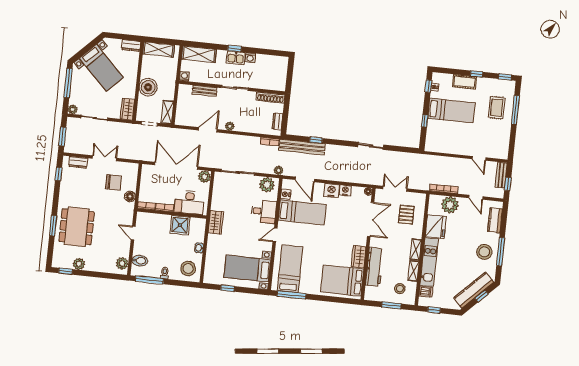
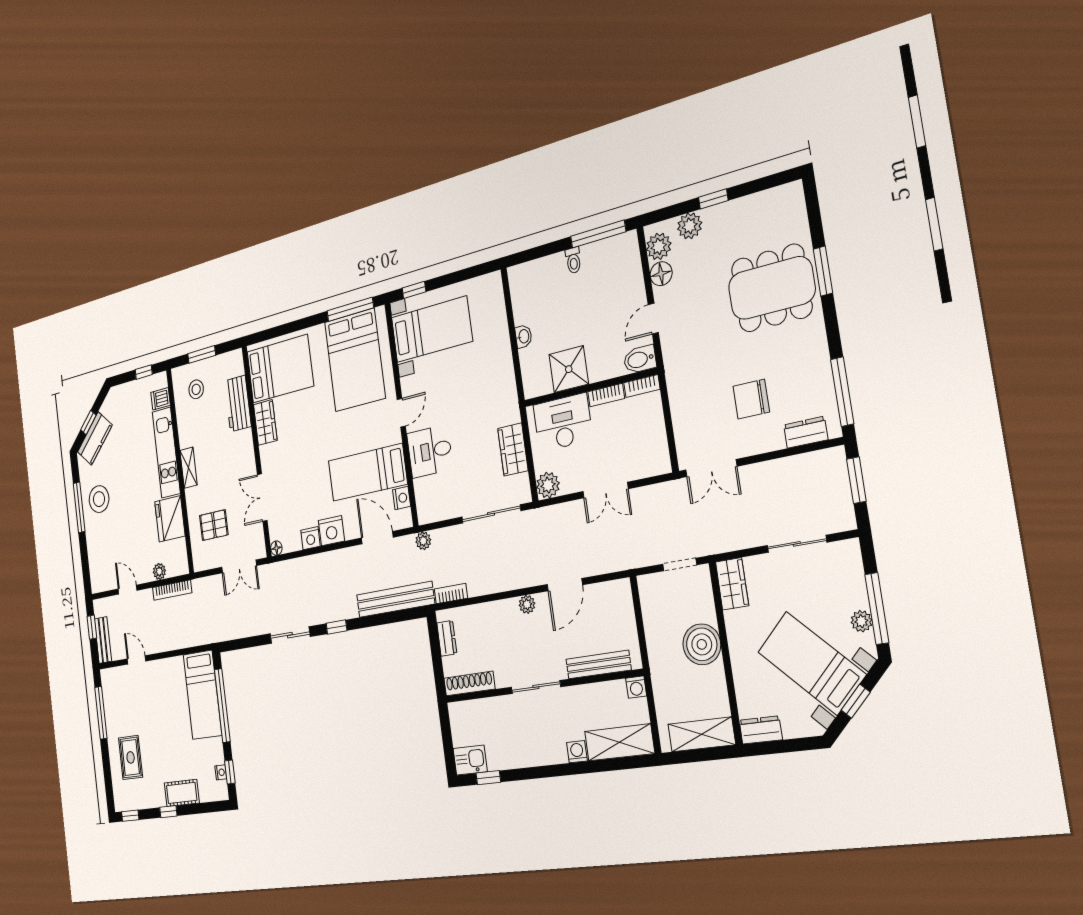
window: (87, 48) -> (856, 701), added
window: (235, 48) -> (488, 778), moved
kitchen sink: (236, 58) -> (470, 760), moved
washing machine: (250, 58) -> (577, 752), moved
bench: (205, 91) -> (598, 664), width x1.36
plant: (73, 109) -> (861, 621), moved
window: (515, 110) -> (101, 713), moved
bed: (451, 111) -> (202, 695), moved, turned -90
shelving: (167, 112) -> (650, 600), removed
window: (425, 121) -> (222, 706), width x3.17
window: (316, 140) -> (336, 627), moved
double door: (104, 158) -> (711, 468), moved
double door: (176, 166) -> (605, 490), width x0.54
window: (58, 174) -> (842, 392), width x2.17
chair: (114, 182) -> (751, 399), moved
plant: (267, 185) -> (436, 506), removed
floor lamp: (130, 196) -> (661, 274), moved
plant: (450, 205) -> (159, 571), width x0.53, depth x0.53
pallet: (406, 215) -> (214, 525), turned 90
double door: (371, 219) -> (262, 497), width x0.73
kitchen counter: (495, 220) -> (96, 558), removed
wardrobe: (216, 222) -> (513, 449), moved
dining table: (77, 227) -> (772, 288), turned 90
door: (133, 233) -> (653, 319), swing flipped
bidet: (140, 261) -> (640, 359), moved
plant: (79, 264) -> (690, 226), moved
workbench: (374, 267) -> (238, 404), width x0.73
stool: (188, 268) -> (533, 287), removed
bed: (290, 269) -> (355, 360), width x1.50
window: (66, 271) -> (713, 199), moved
shelving: (414, 271) -> (184, 428), removed
window: (227, 288) -> (414, 290), moved
kitchen counter: (474, 290) -> (95, 439), width x0.67

